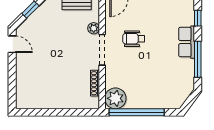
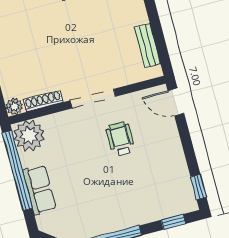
plant: (94, 28) -> (14, 106), moved
row of seats: (187, 42) -> (39, 190), moved, turned 90

